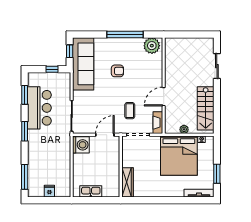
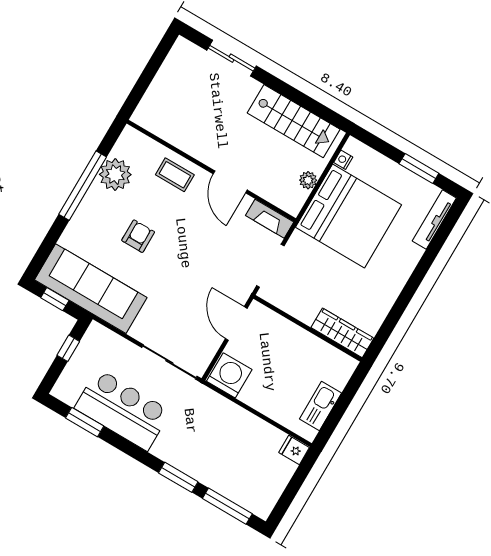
plant: (152, 46) -> (115, 175), moved
coffee table: (130, 111) -> (175, 175), moved
window: (25, 131) -> (178, 477), moved
fridge: (49, 191) -> (294, 450), moved

